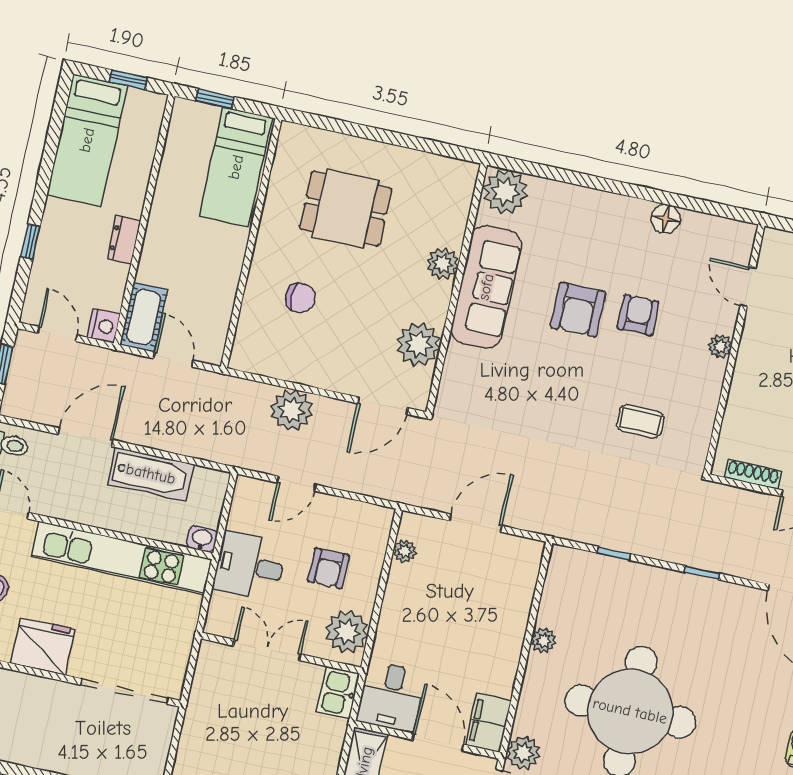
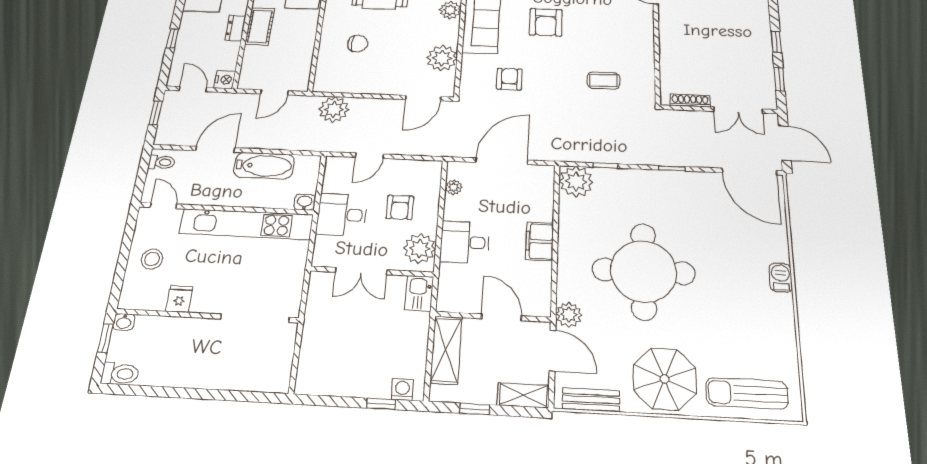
armchair: (638, 315) -> (509, 79), moved
cot: (144, 317) -> (260, 27), moved
plant: (720, 346) -> (646, 29), removed
door: (173, 360) -> (274, 92), swing flipped
plant: (292, 410) -> (334, 109), moved
door: (476, 523) -> (502, 161), width x1.36
plant: (543, 640) -> (576, 182), moved, width x1.88, depth x1.88
fridge: (43, 646) -> (179, 299), width x0.53, depth x0.75
double door: (267, 650) -> (361, 271), swing flipped
desk: (391, 696) -> (465, 242), moved, turned 90
filing cabinet: (488, 723) -> (539, 241), moved

